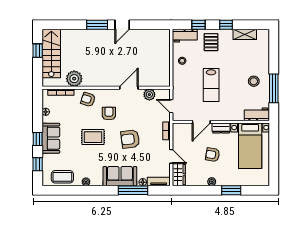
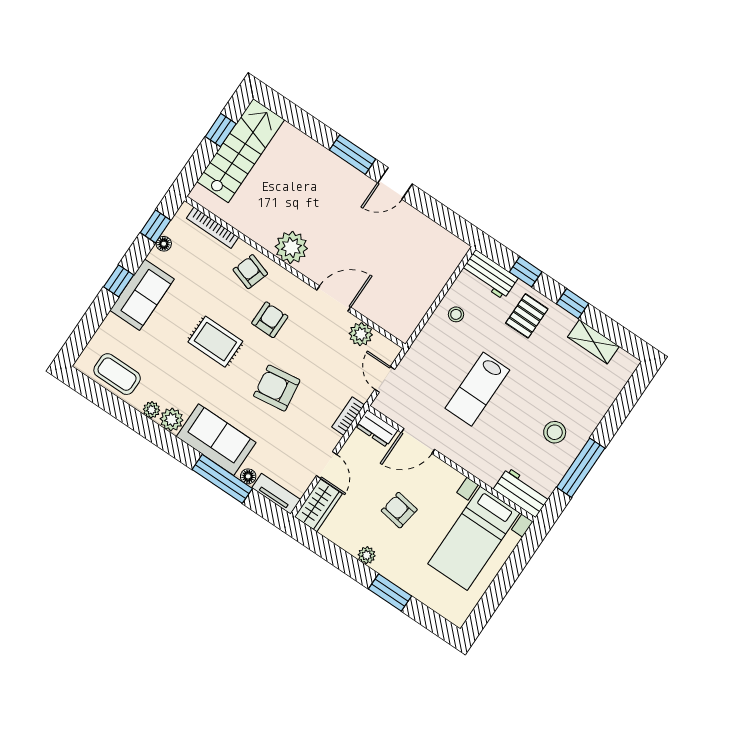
plant: (74, 79) -> (291, 247), moved
dresser: (221, 128) -> (377, 428), moved
window: (38, 164) -> (155, 226), moved
plant: (97, 180) -> (172, 420), added

